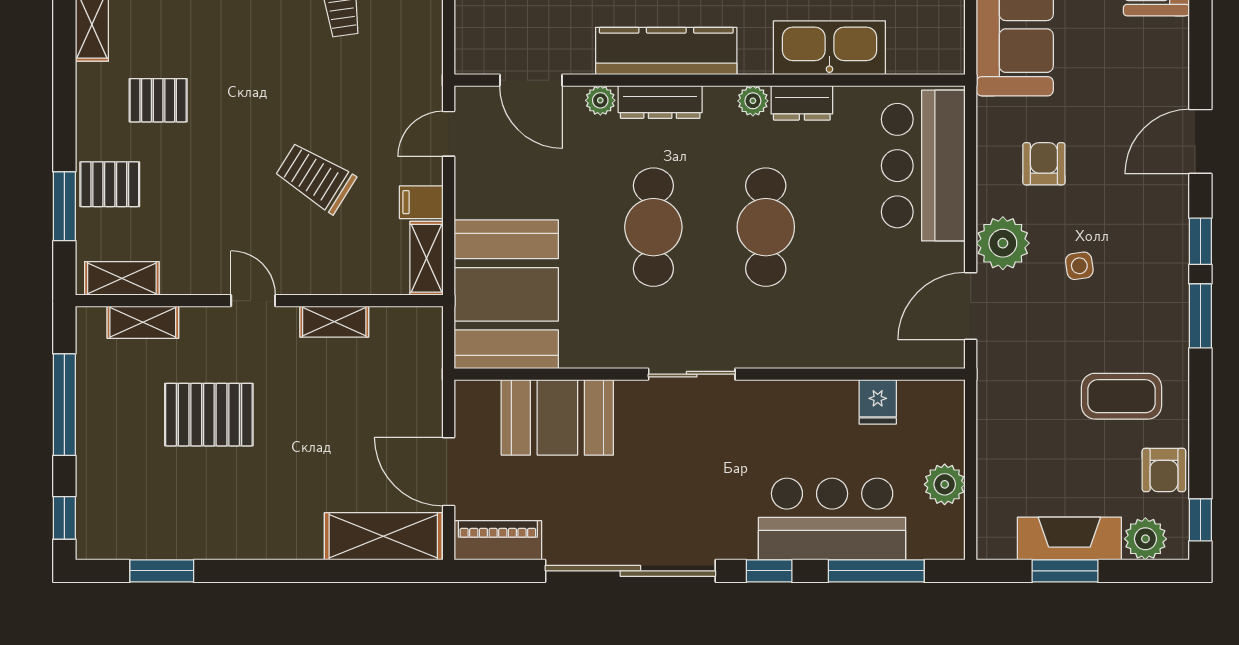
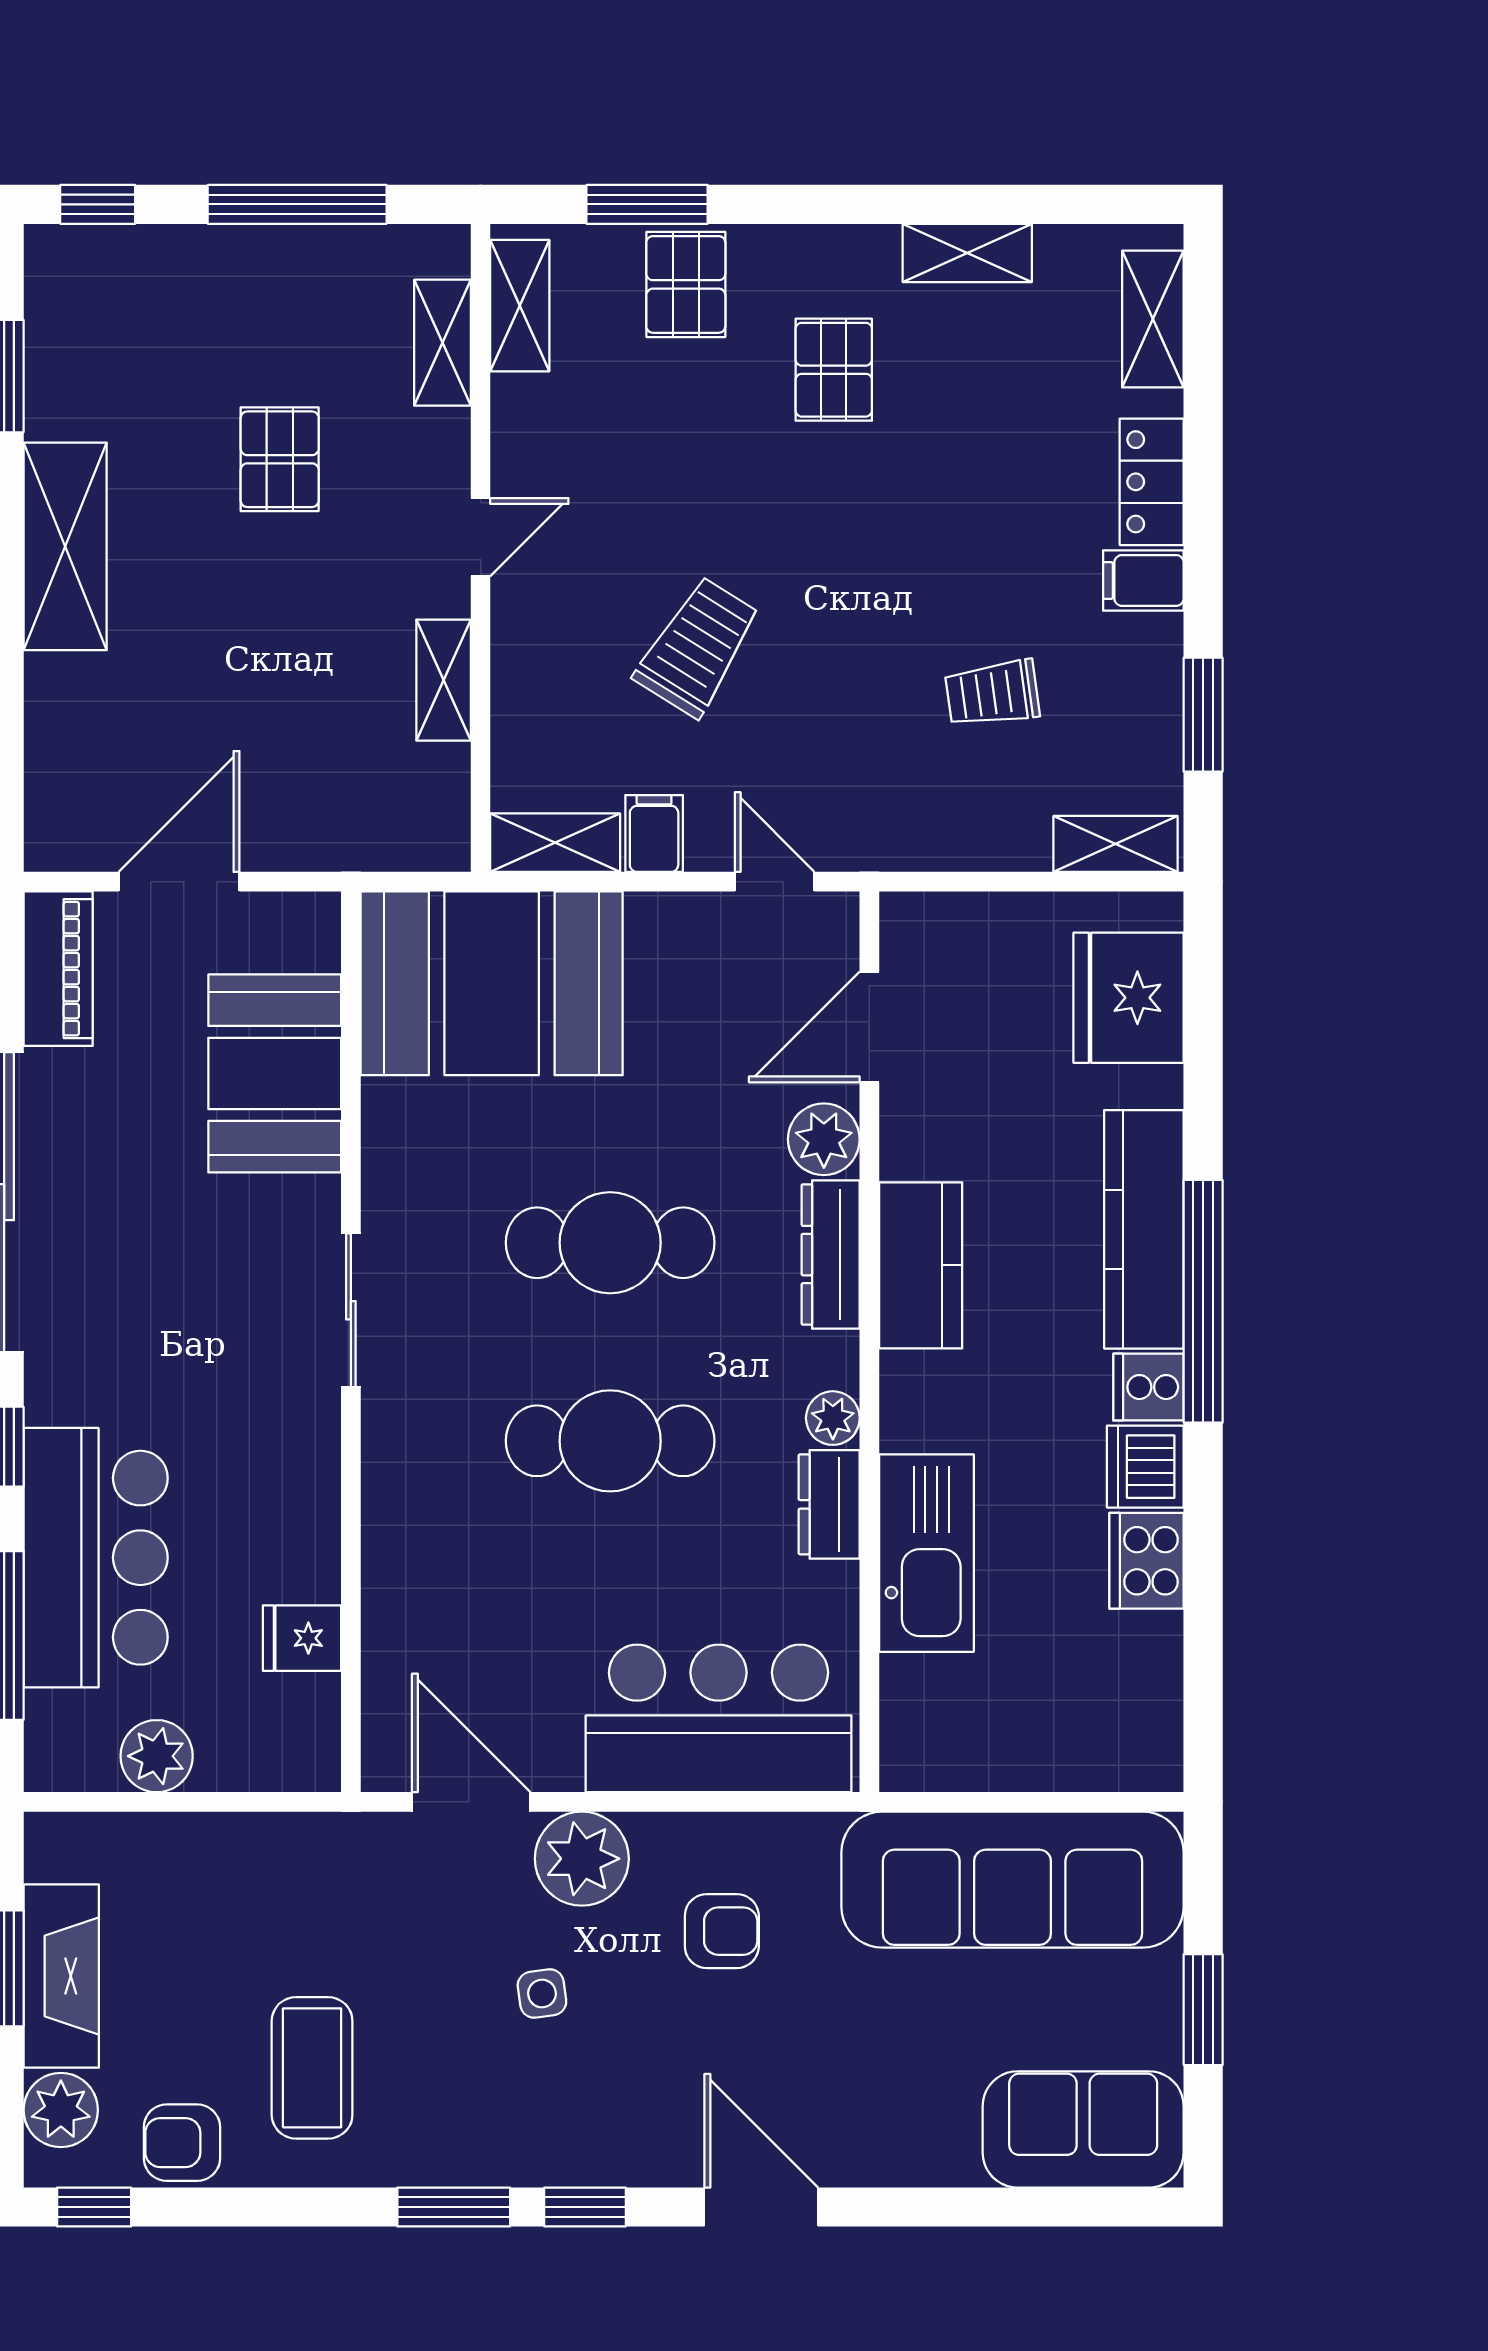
kitchen counter: (666, 51) -> (921, 1265), width x0.67
plant: (600, 100) -> (824, 1139), width x1.38, depth x1.38
pallet: (209, 415) -> (280, 459), width x0.67, depth x0.71
shelving: (383, 536) -> (65, 546), moved

